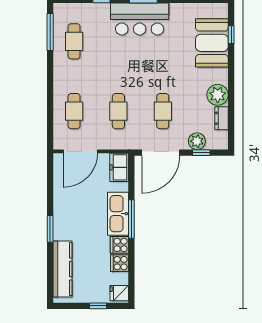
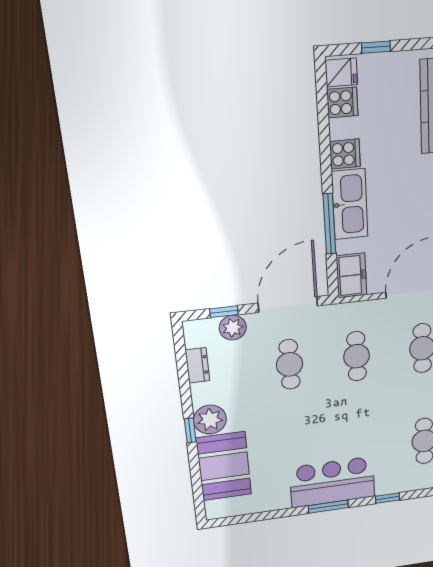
window: (231, 35) -> (190, 431), moved
plant: (218, 95) -> (210, 420), moved
window: (131, 219) -> (329, 224), moved
cooker: (119, 263) -> (342, 102), moved

